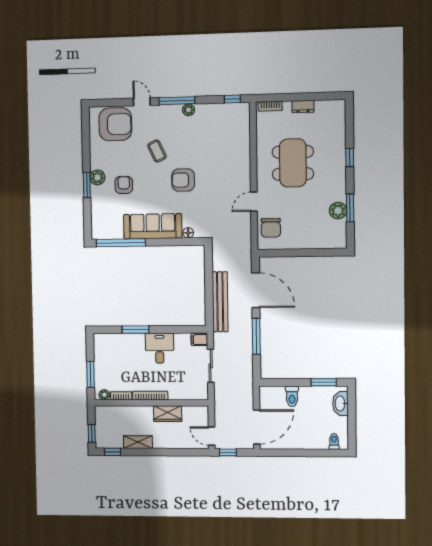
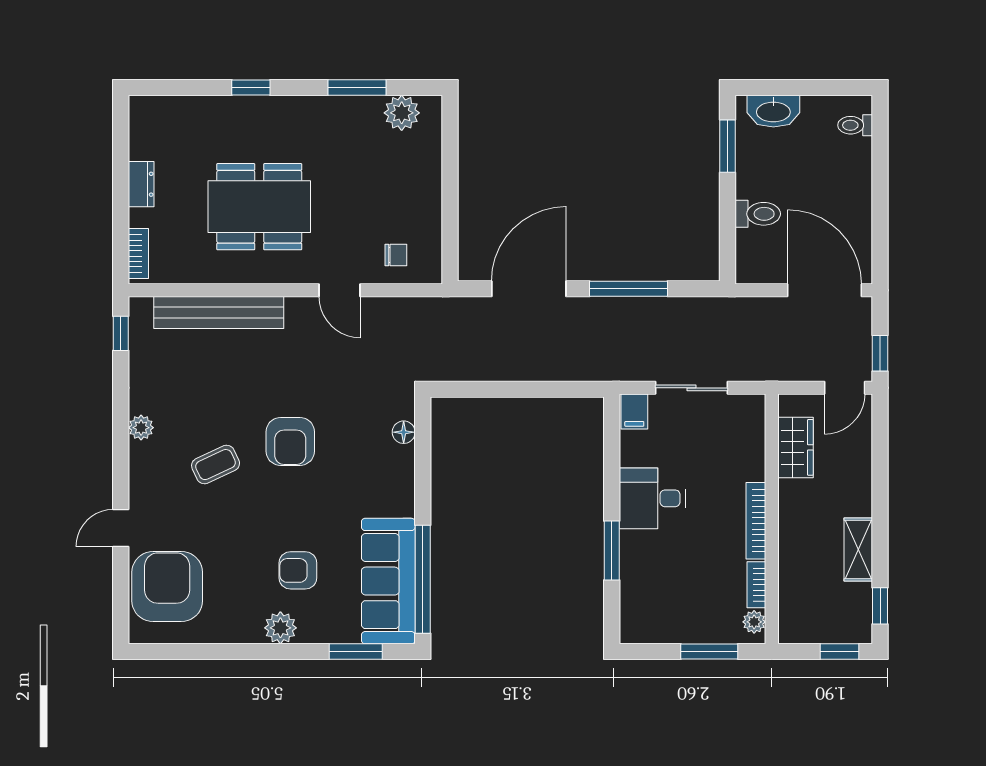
window: (177, 101) -> (121, 452), removed
coffee table: (157, 151) -> (216, 465), moved
window: (87, 185) -> (356, 652), moved
plant: (338, 211) -> (402, 113), moved
sofa: (153, 226) -> (388, 581), moved
chair: (271, 228) -> (396, 255), width x0.54, depth x0.54
bench: (220, 302) -> (219, 312), moved
wardrobe: (168, 414) -> (796, 447), moved

